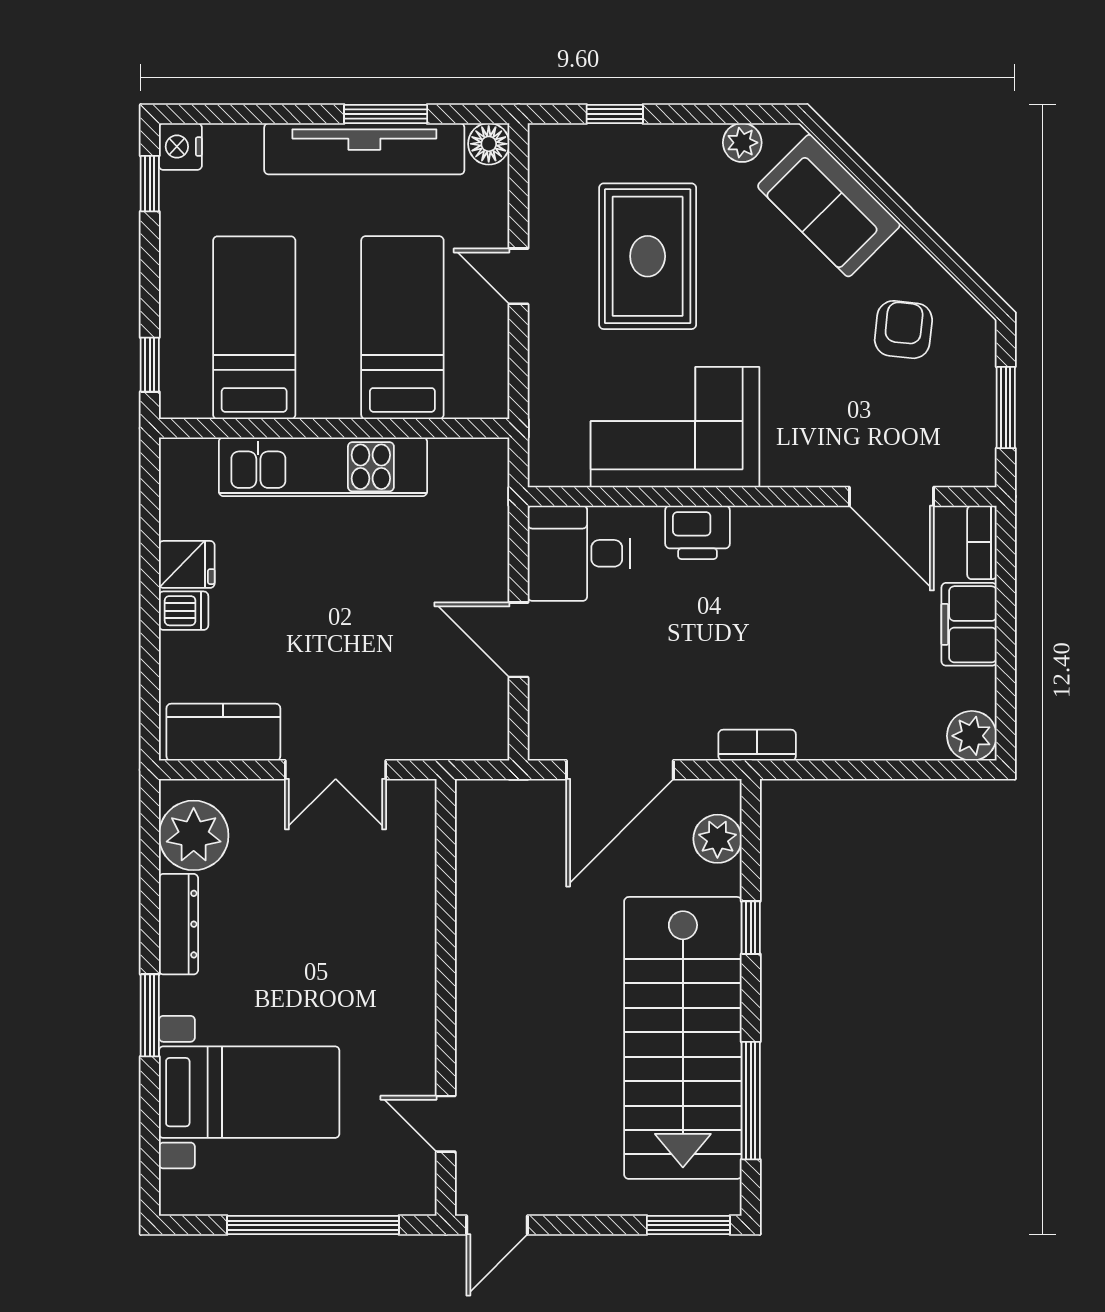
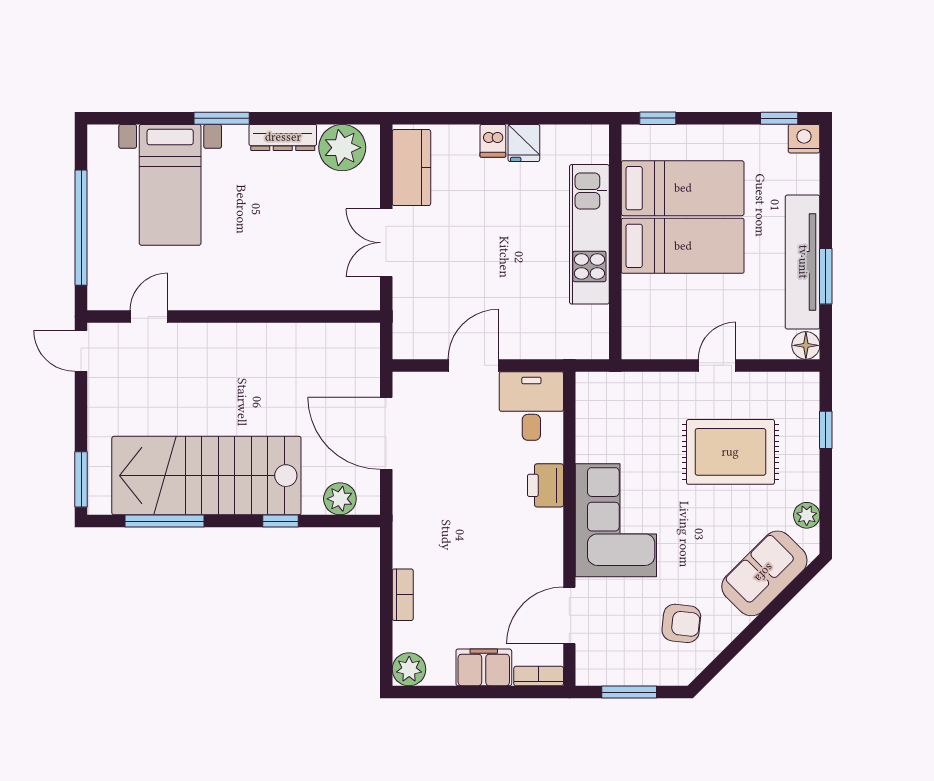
bed: (402, 328) -> (683, 246), moved
corner sofa: (675, 427) -> (616, 520), moved
bookcase: (757, 745) -> (403, 595), moved

